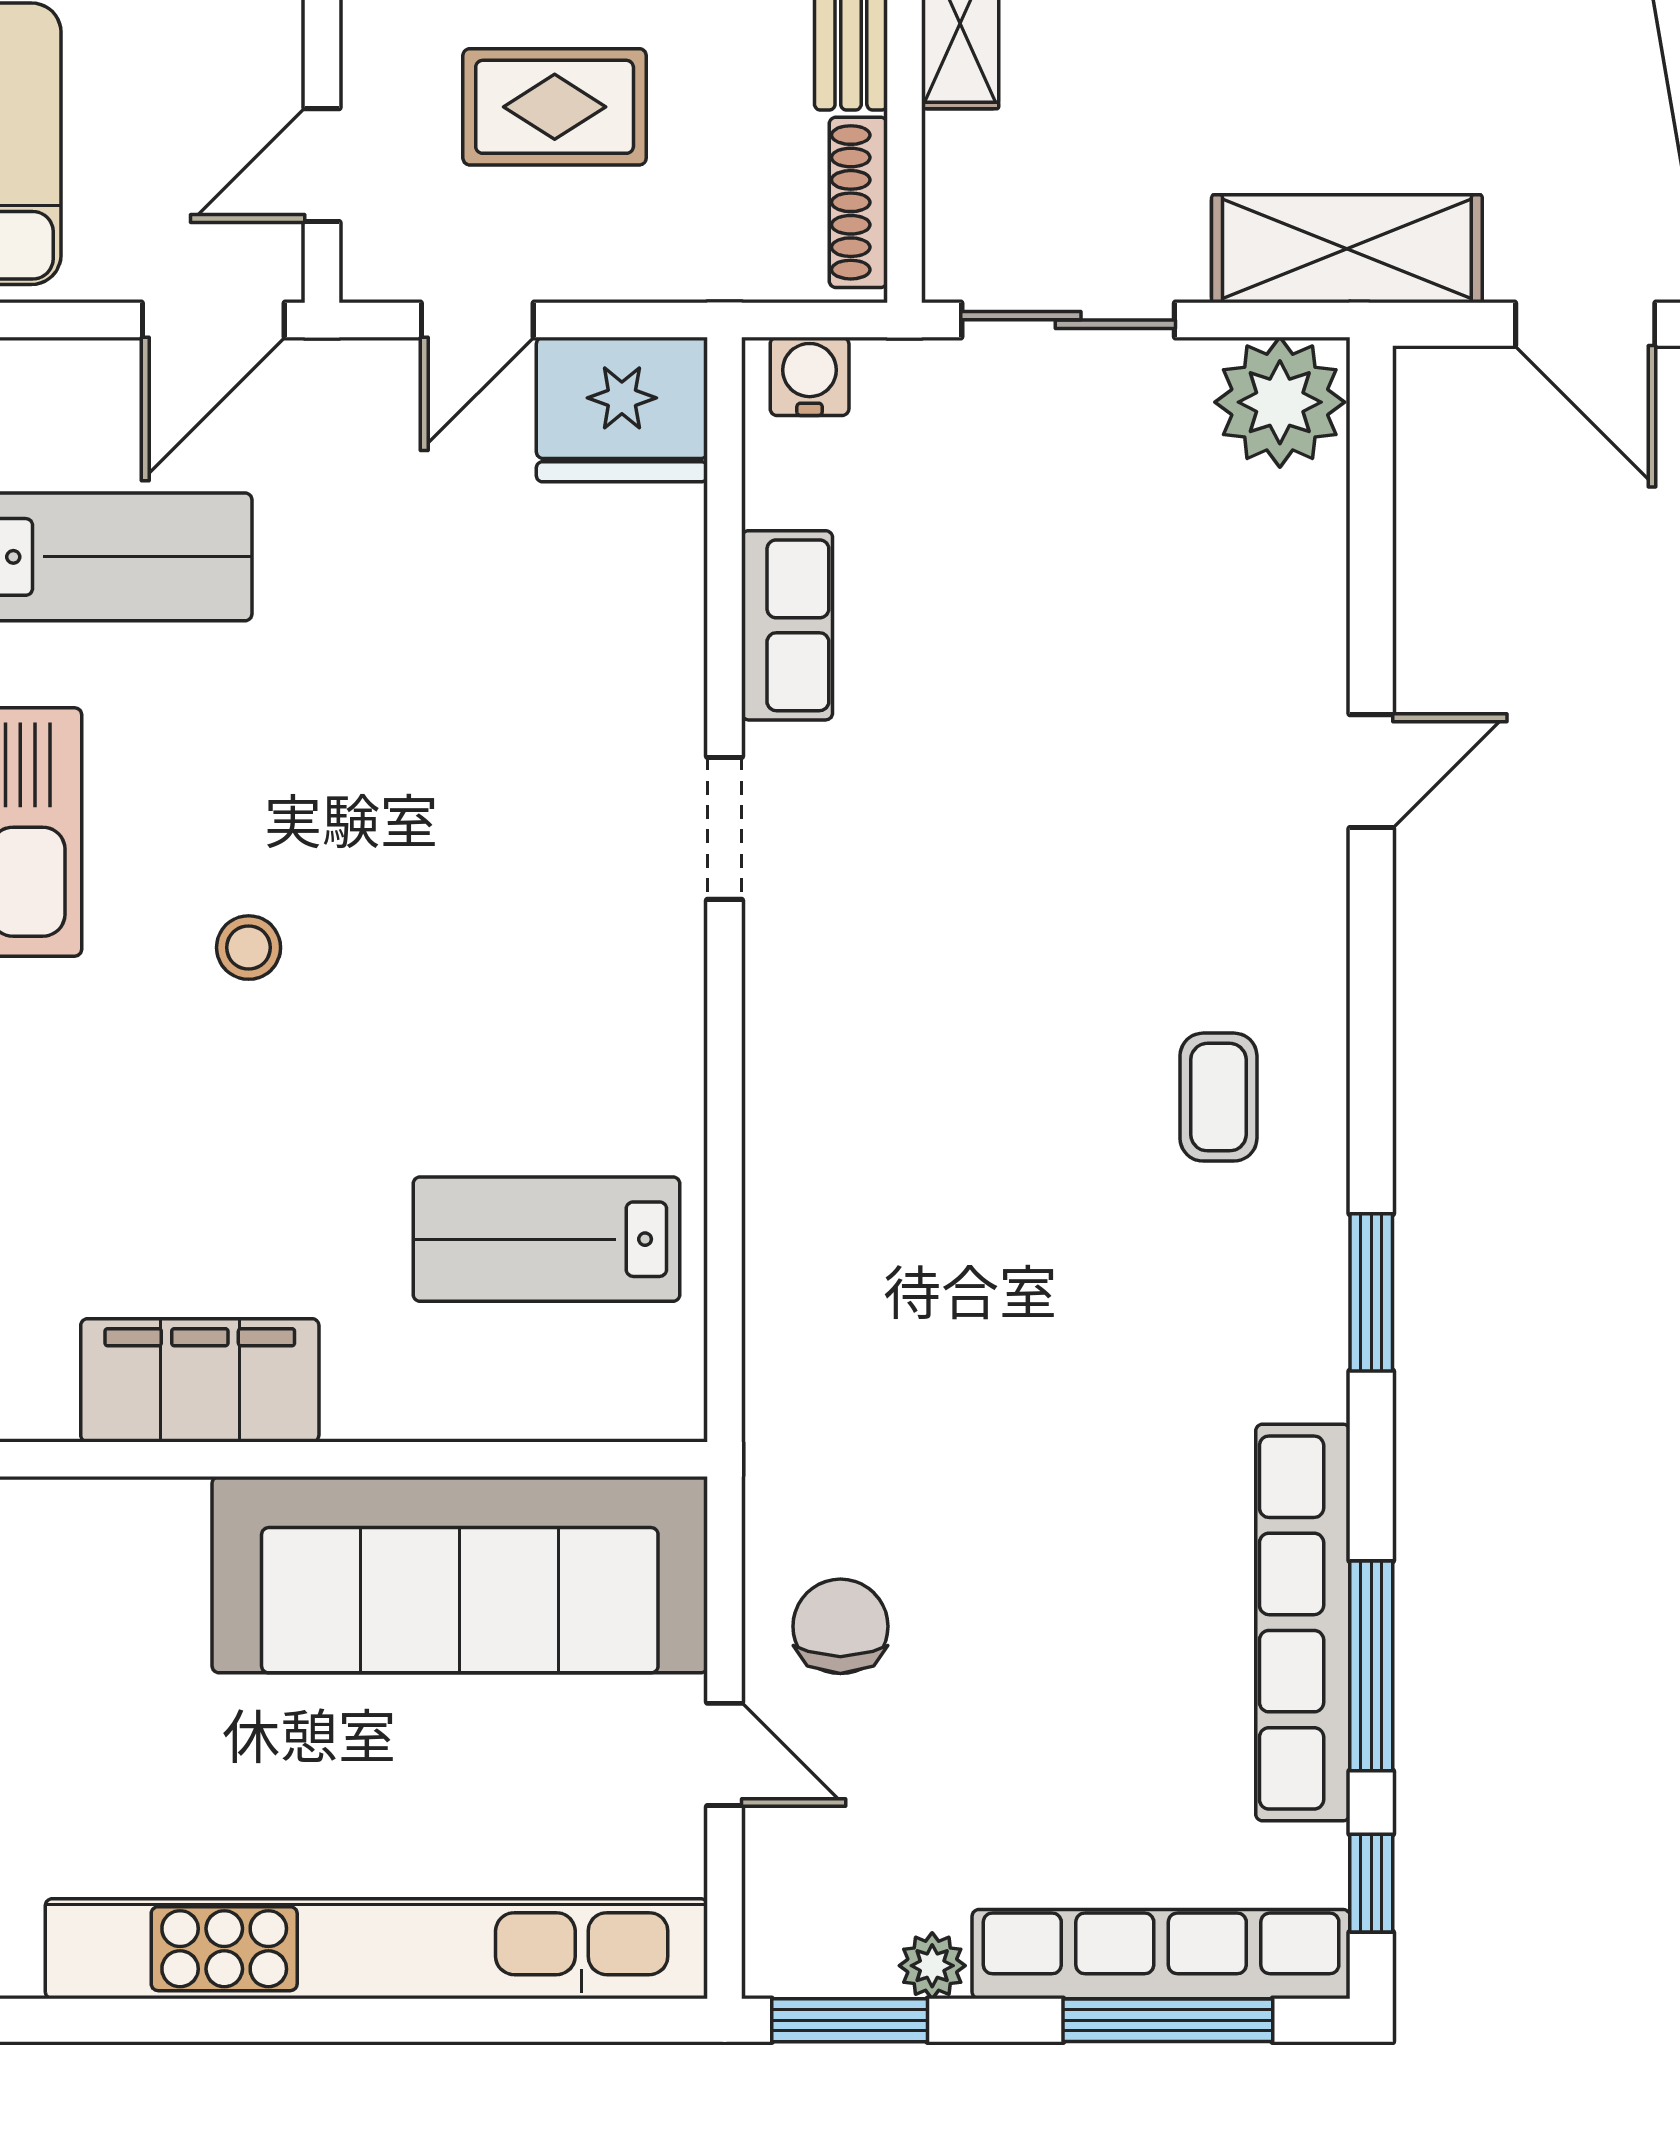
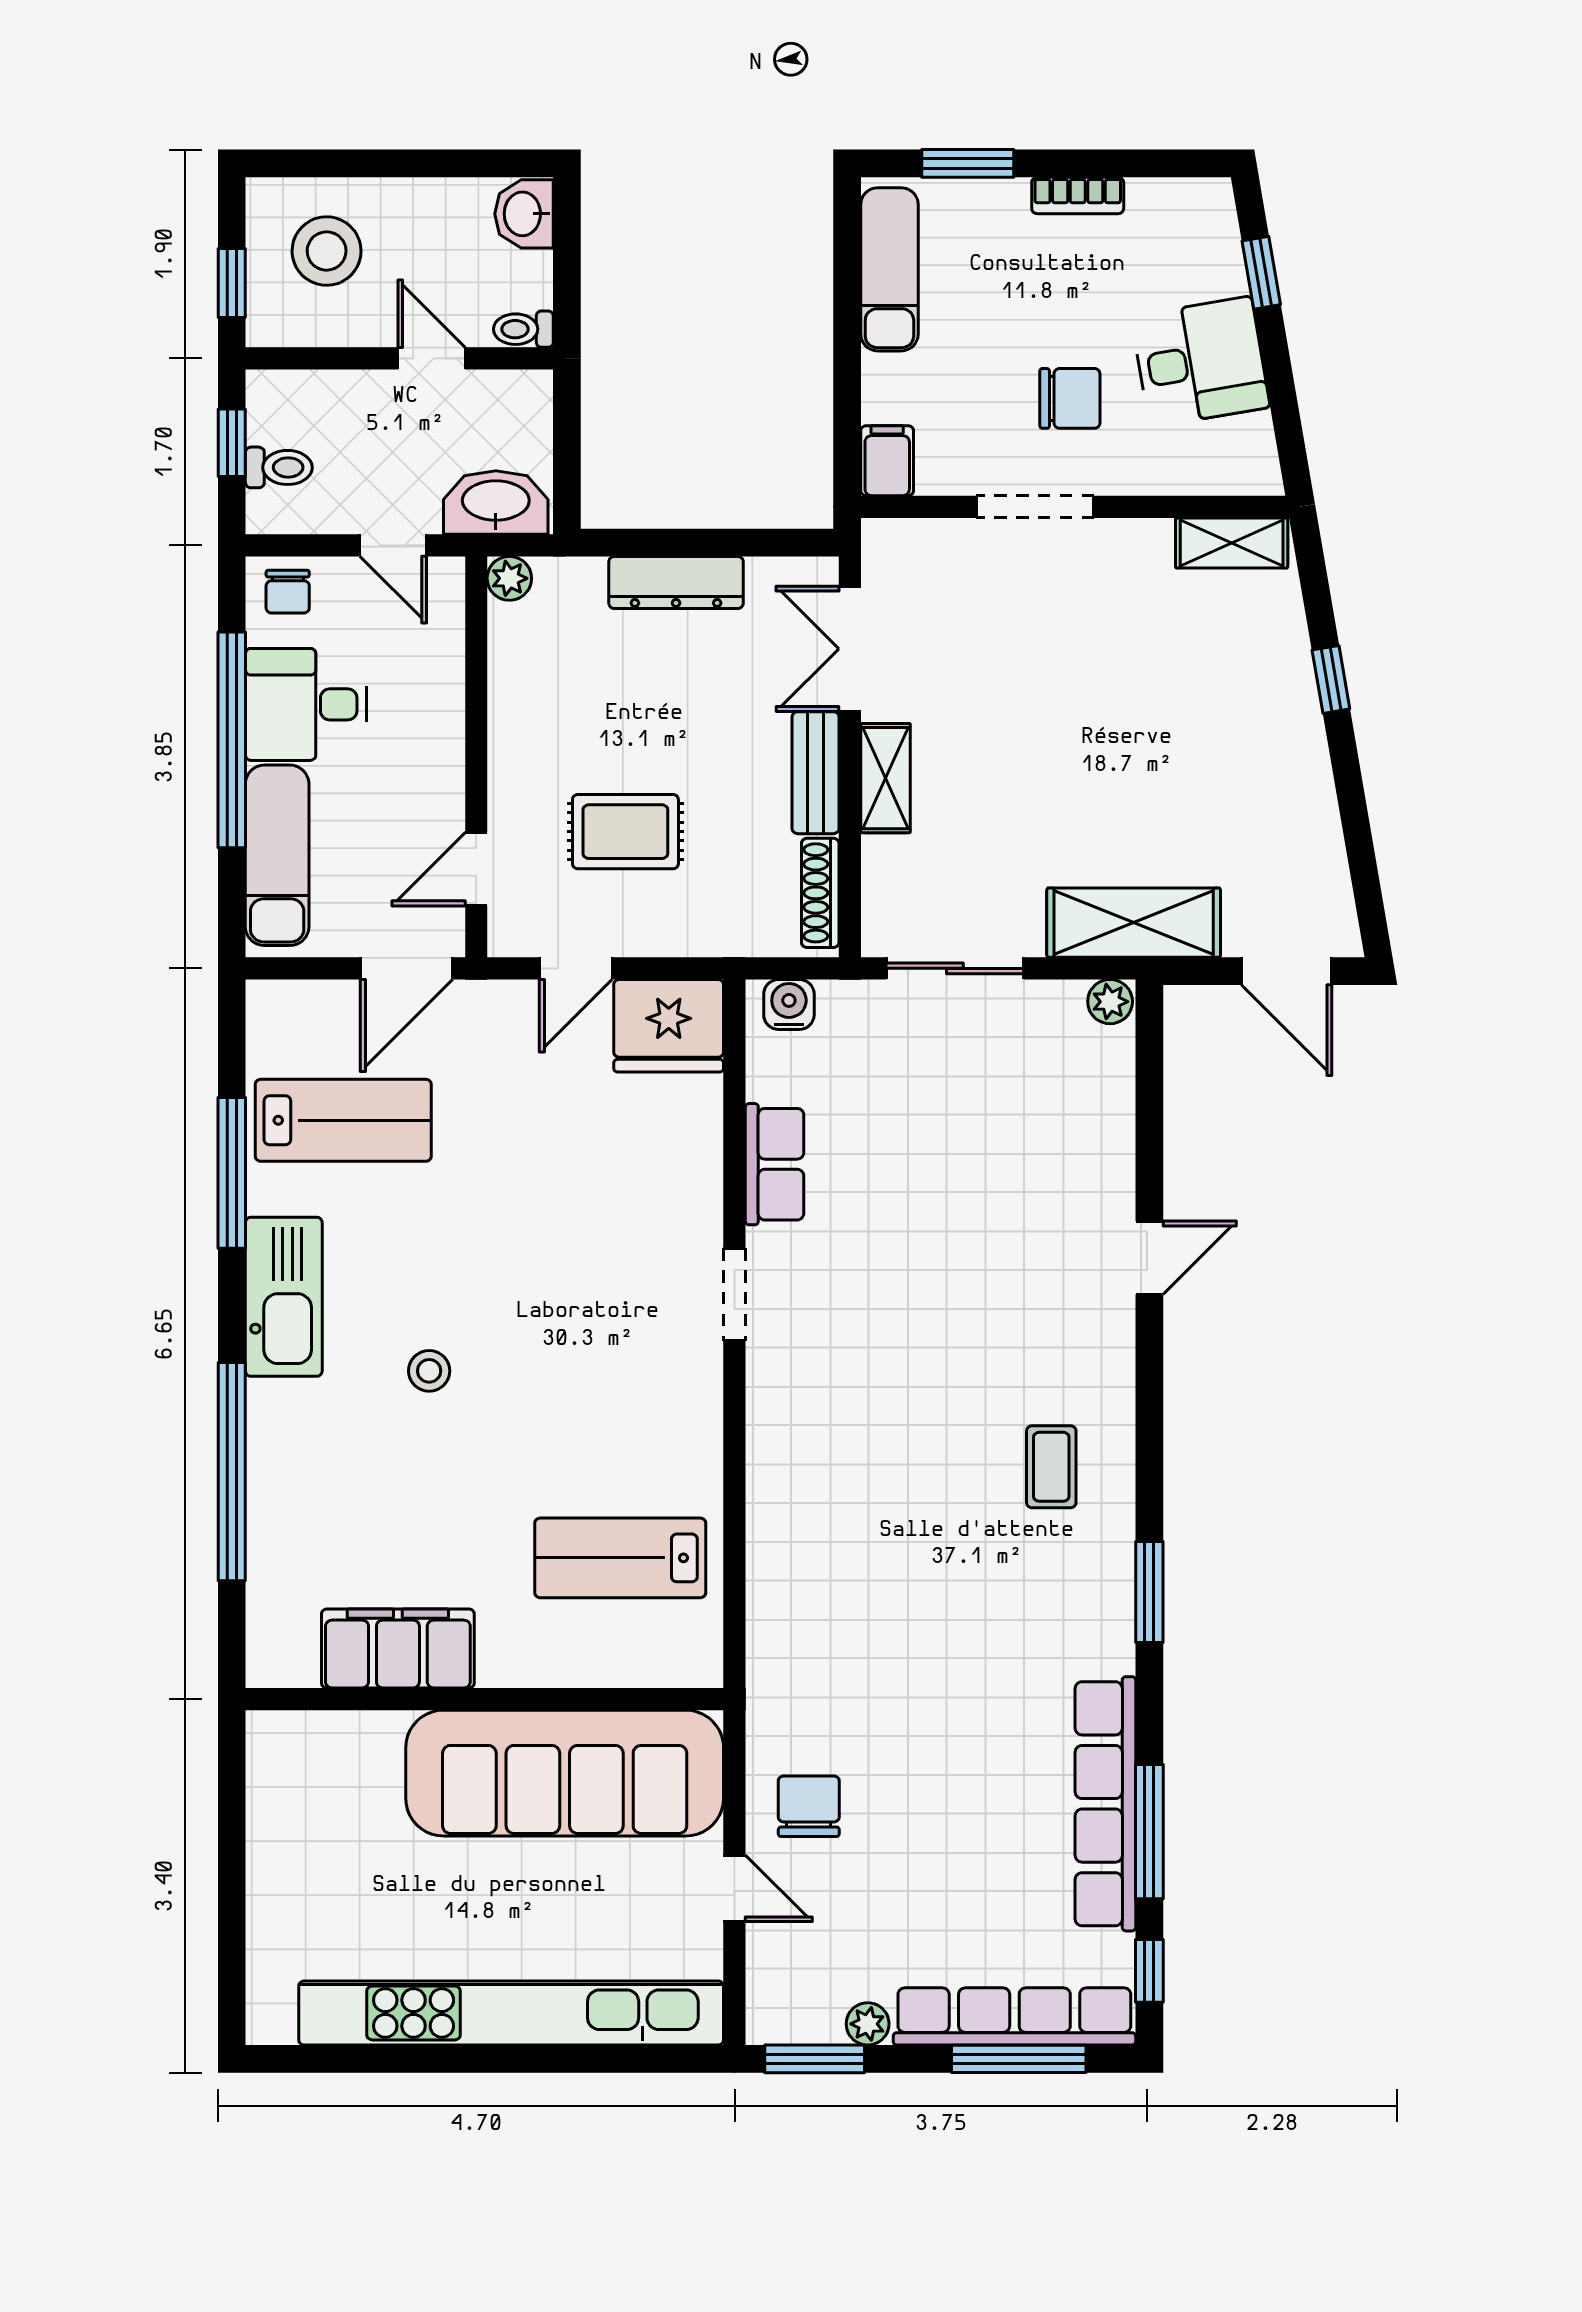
plant: (1280, 402) -> (1110, 1002), width x0.53, depth x0.53

